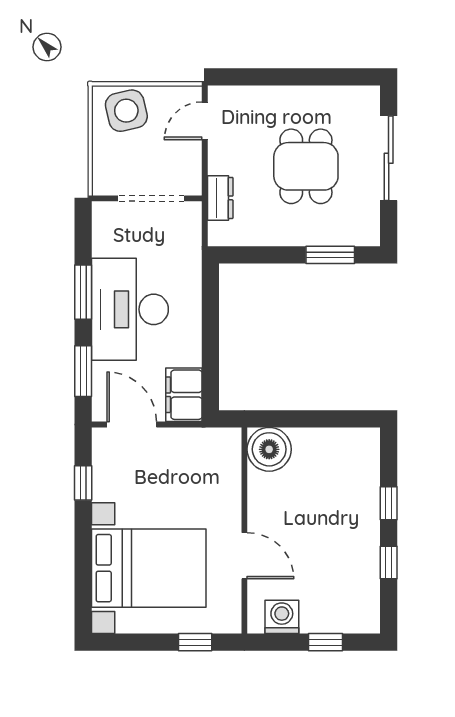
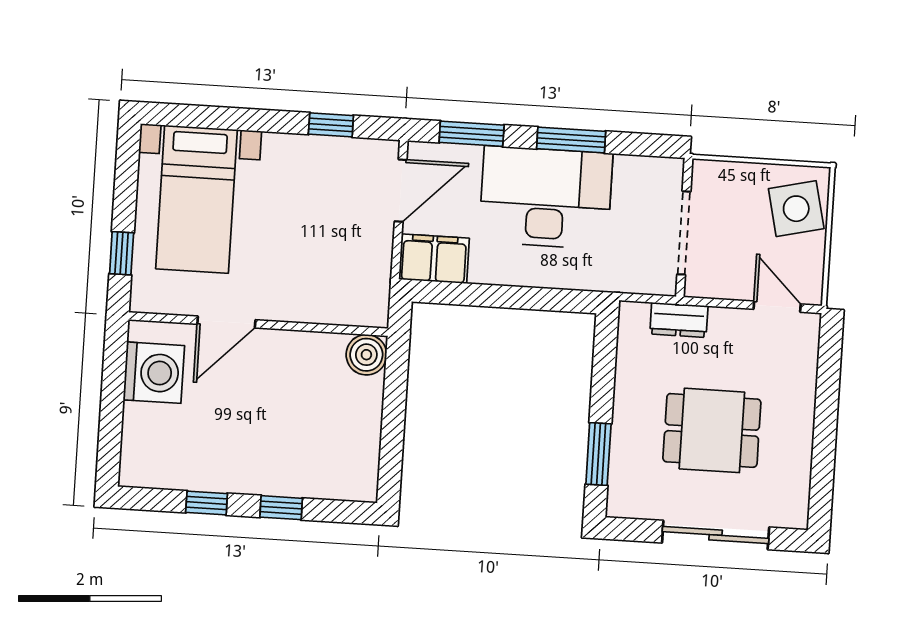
boiler: (269, 449) -> (366, 355), width x0.73, depth x0.73
bed with nightstands: (149, 568) -> (197, 199), width x0.73
washing machine: (282, 617) -> (154, 373), width x1.37, depth x1.37
window: (325, 642) -> (111, 417), removed

